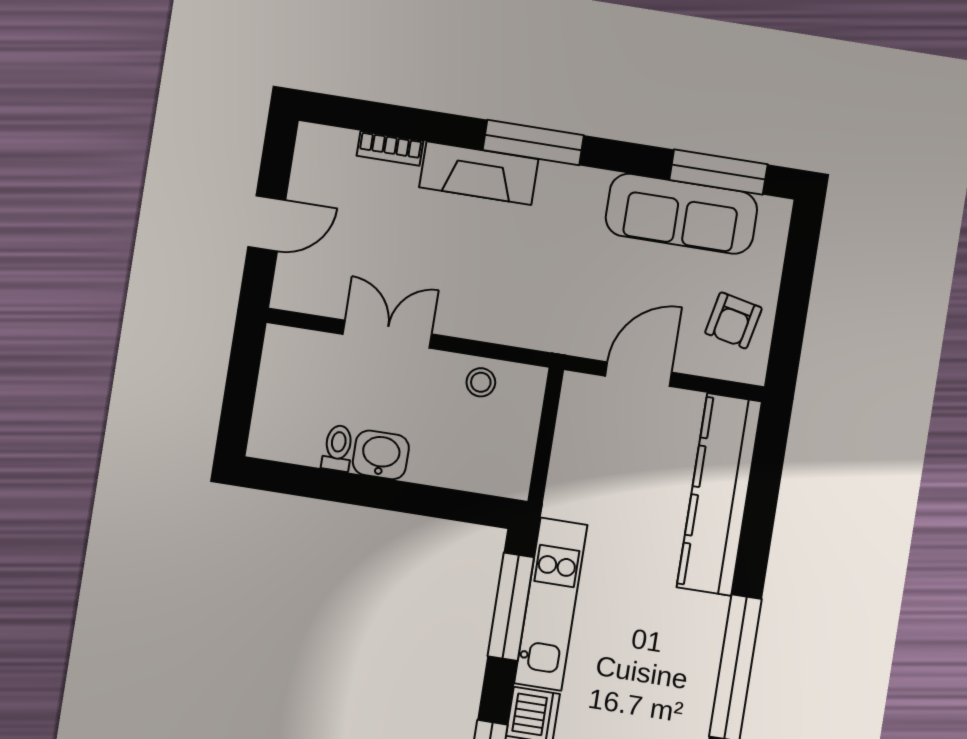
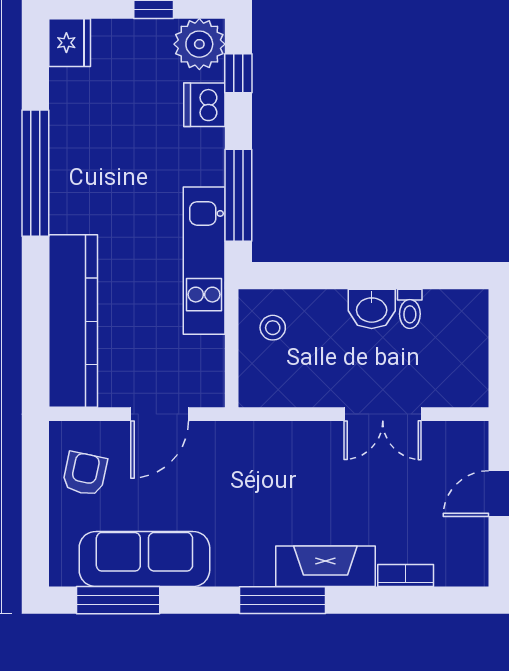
stool: (481, 382) -> (273, 328), moved
kitchen unit: (551, 604) -> (204, 261), moved

